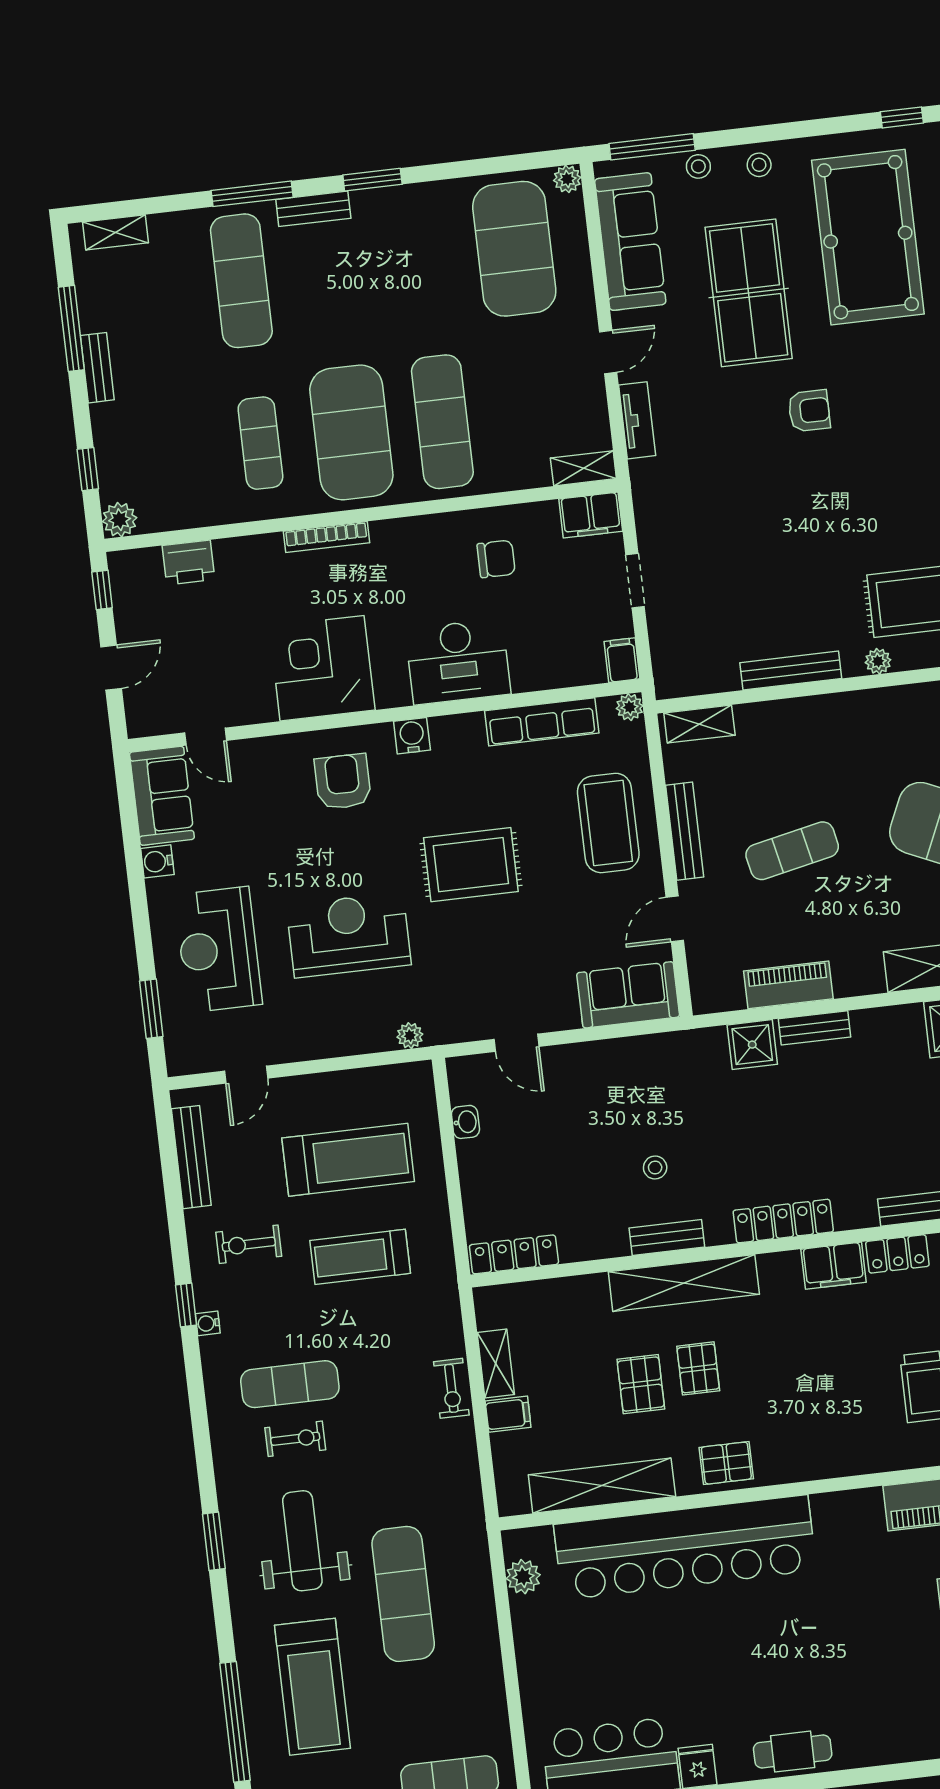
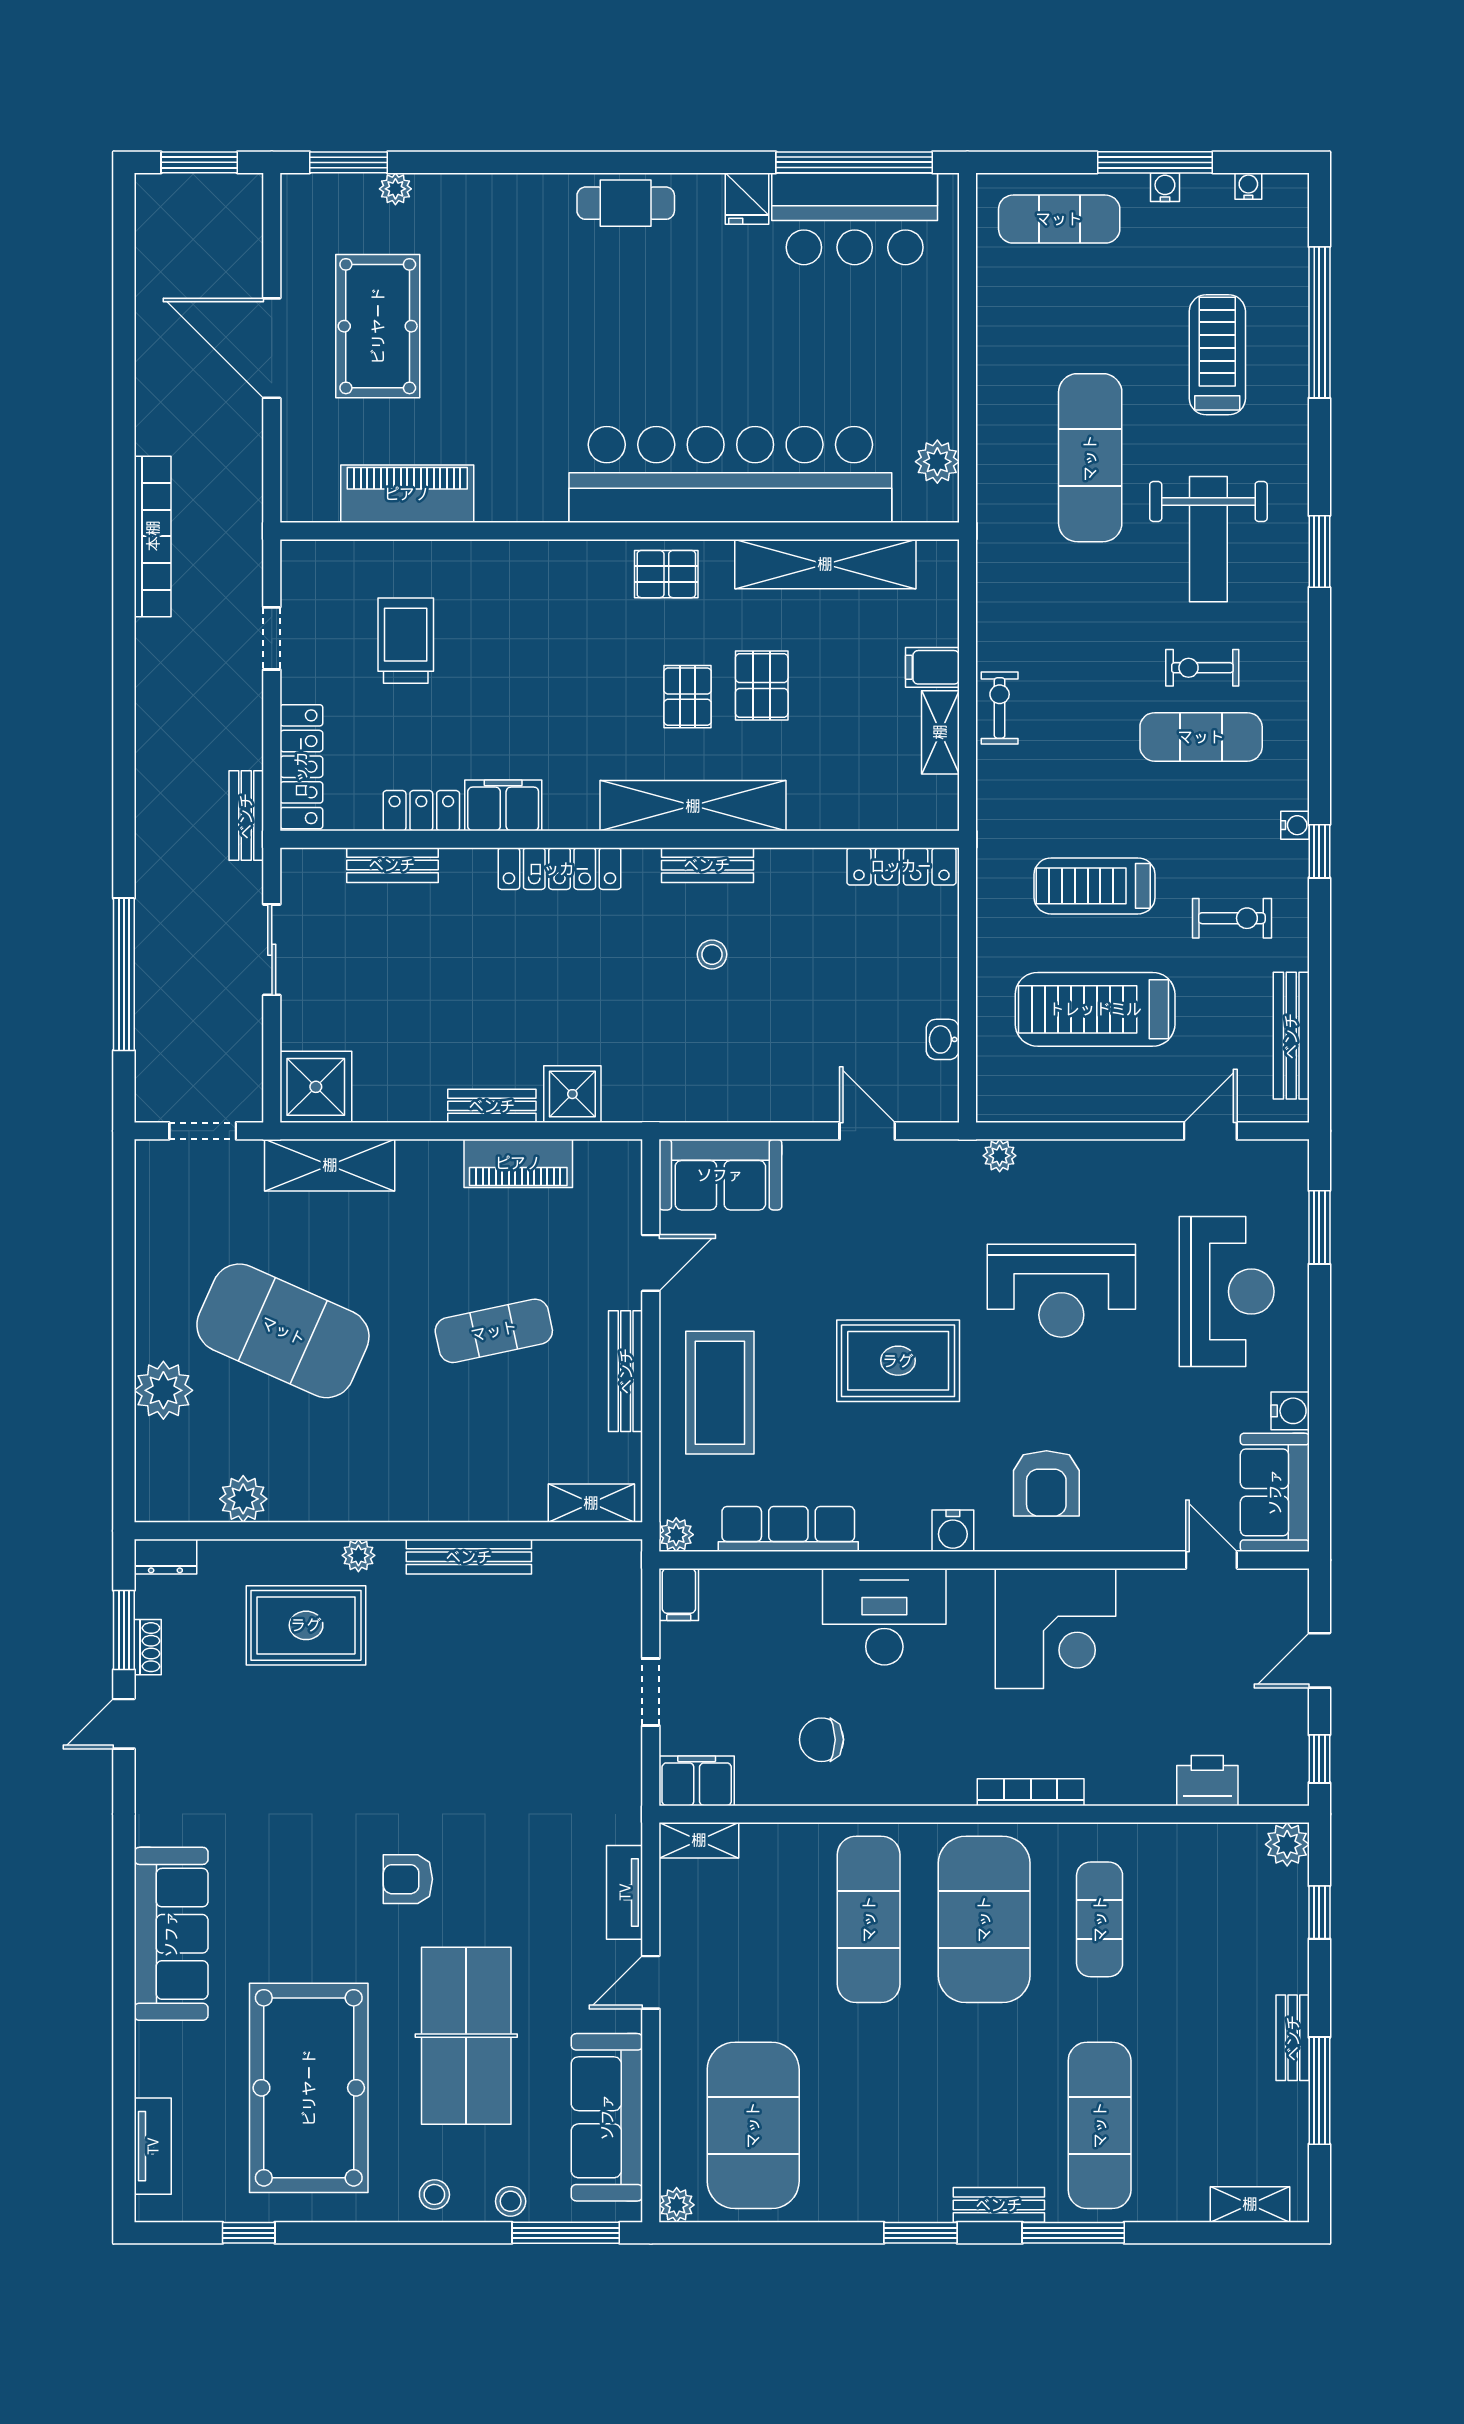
treadmill: (360, 1257) -> (1094, 886), turned 180
treadmill: (312, 1687) -> (1217, 355), width x0.73, depth x0.73

